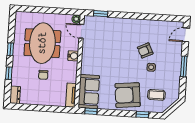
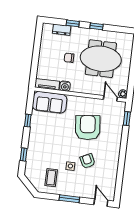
door: (81, 31) -> (110, 98), hinge flipped
water cooler: (73, 56) -> (65, 86), moved
dresser: (15, 95) -> (62, 30), moved
armchair: (128, 95) -> (88, 128), moved
coffee table: (156, 95) -> (51, 178), moved
window: (91, 111) -> (28, 121), moved

